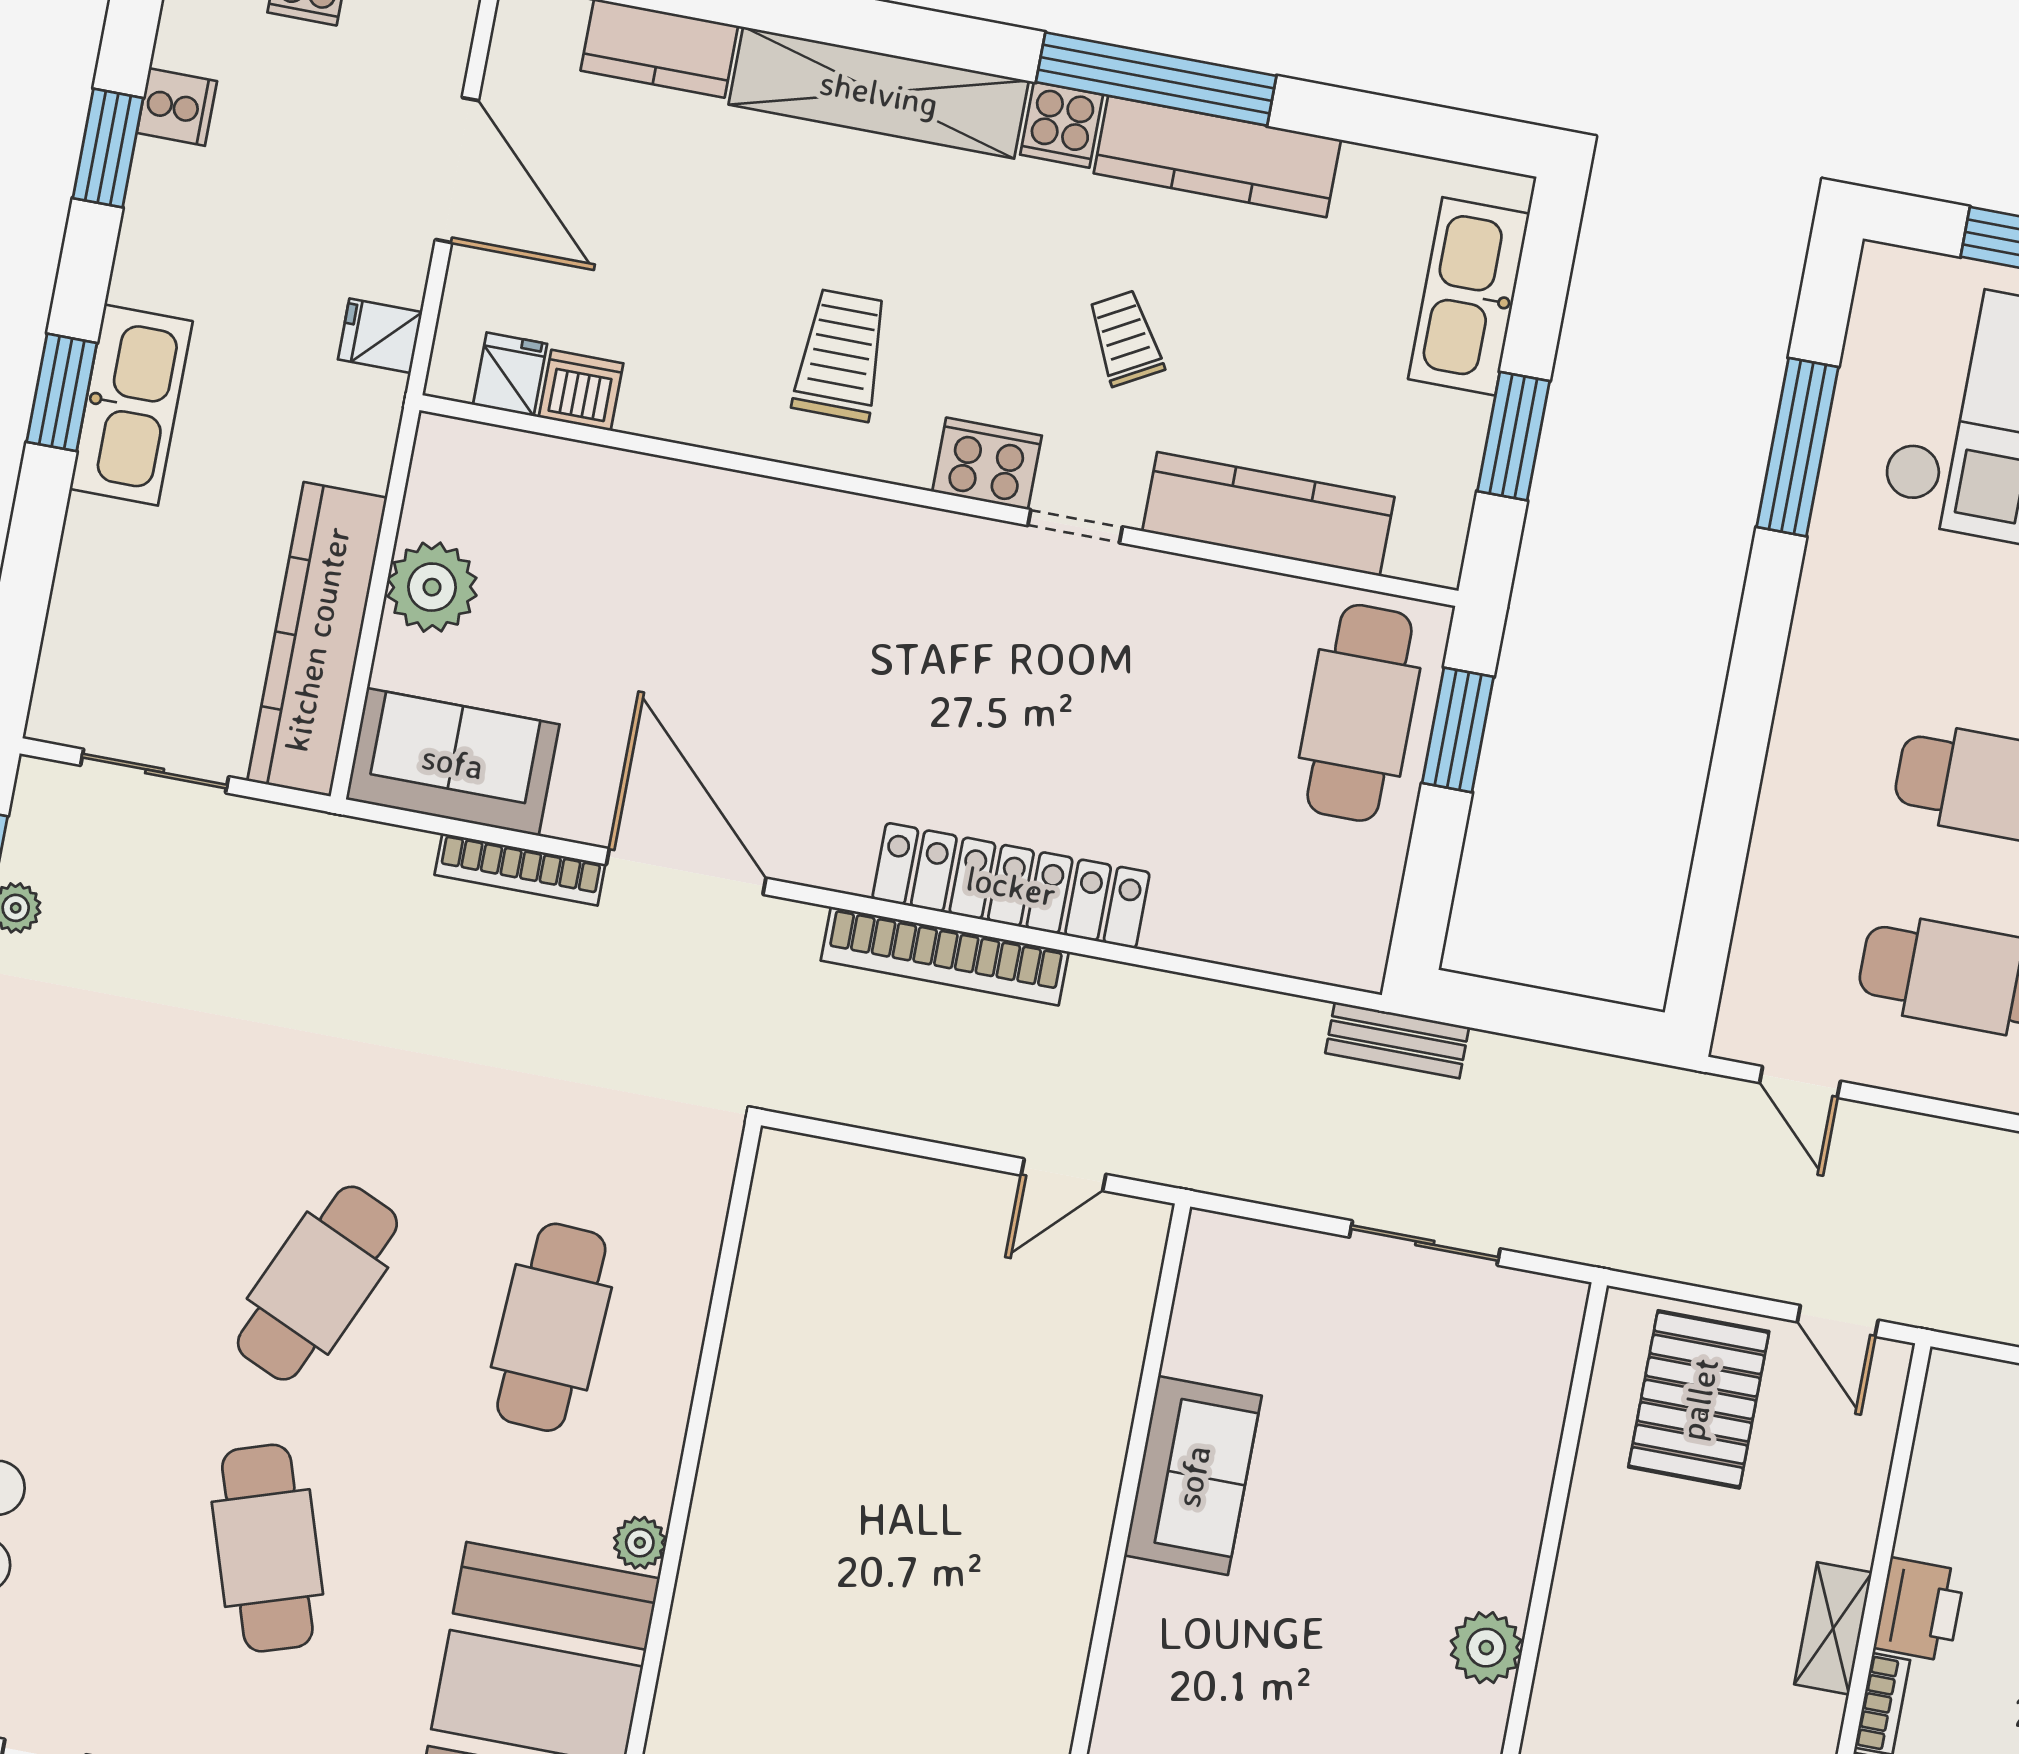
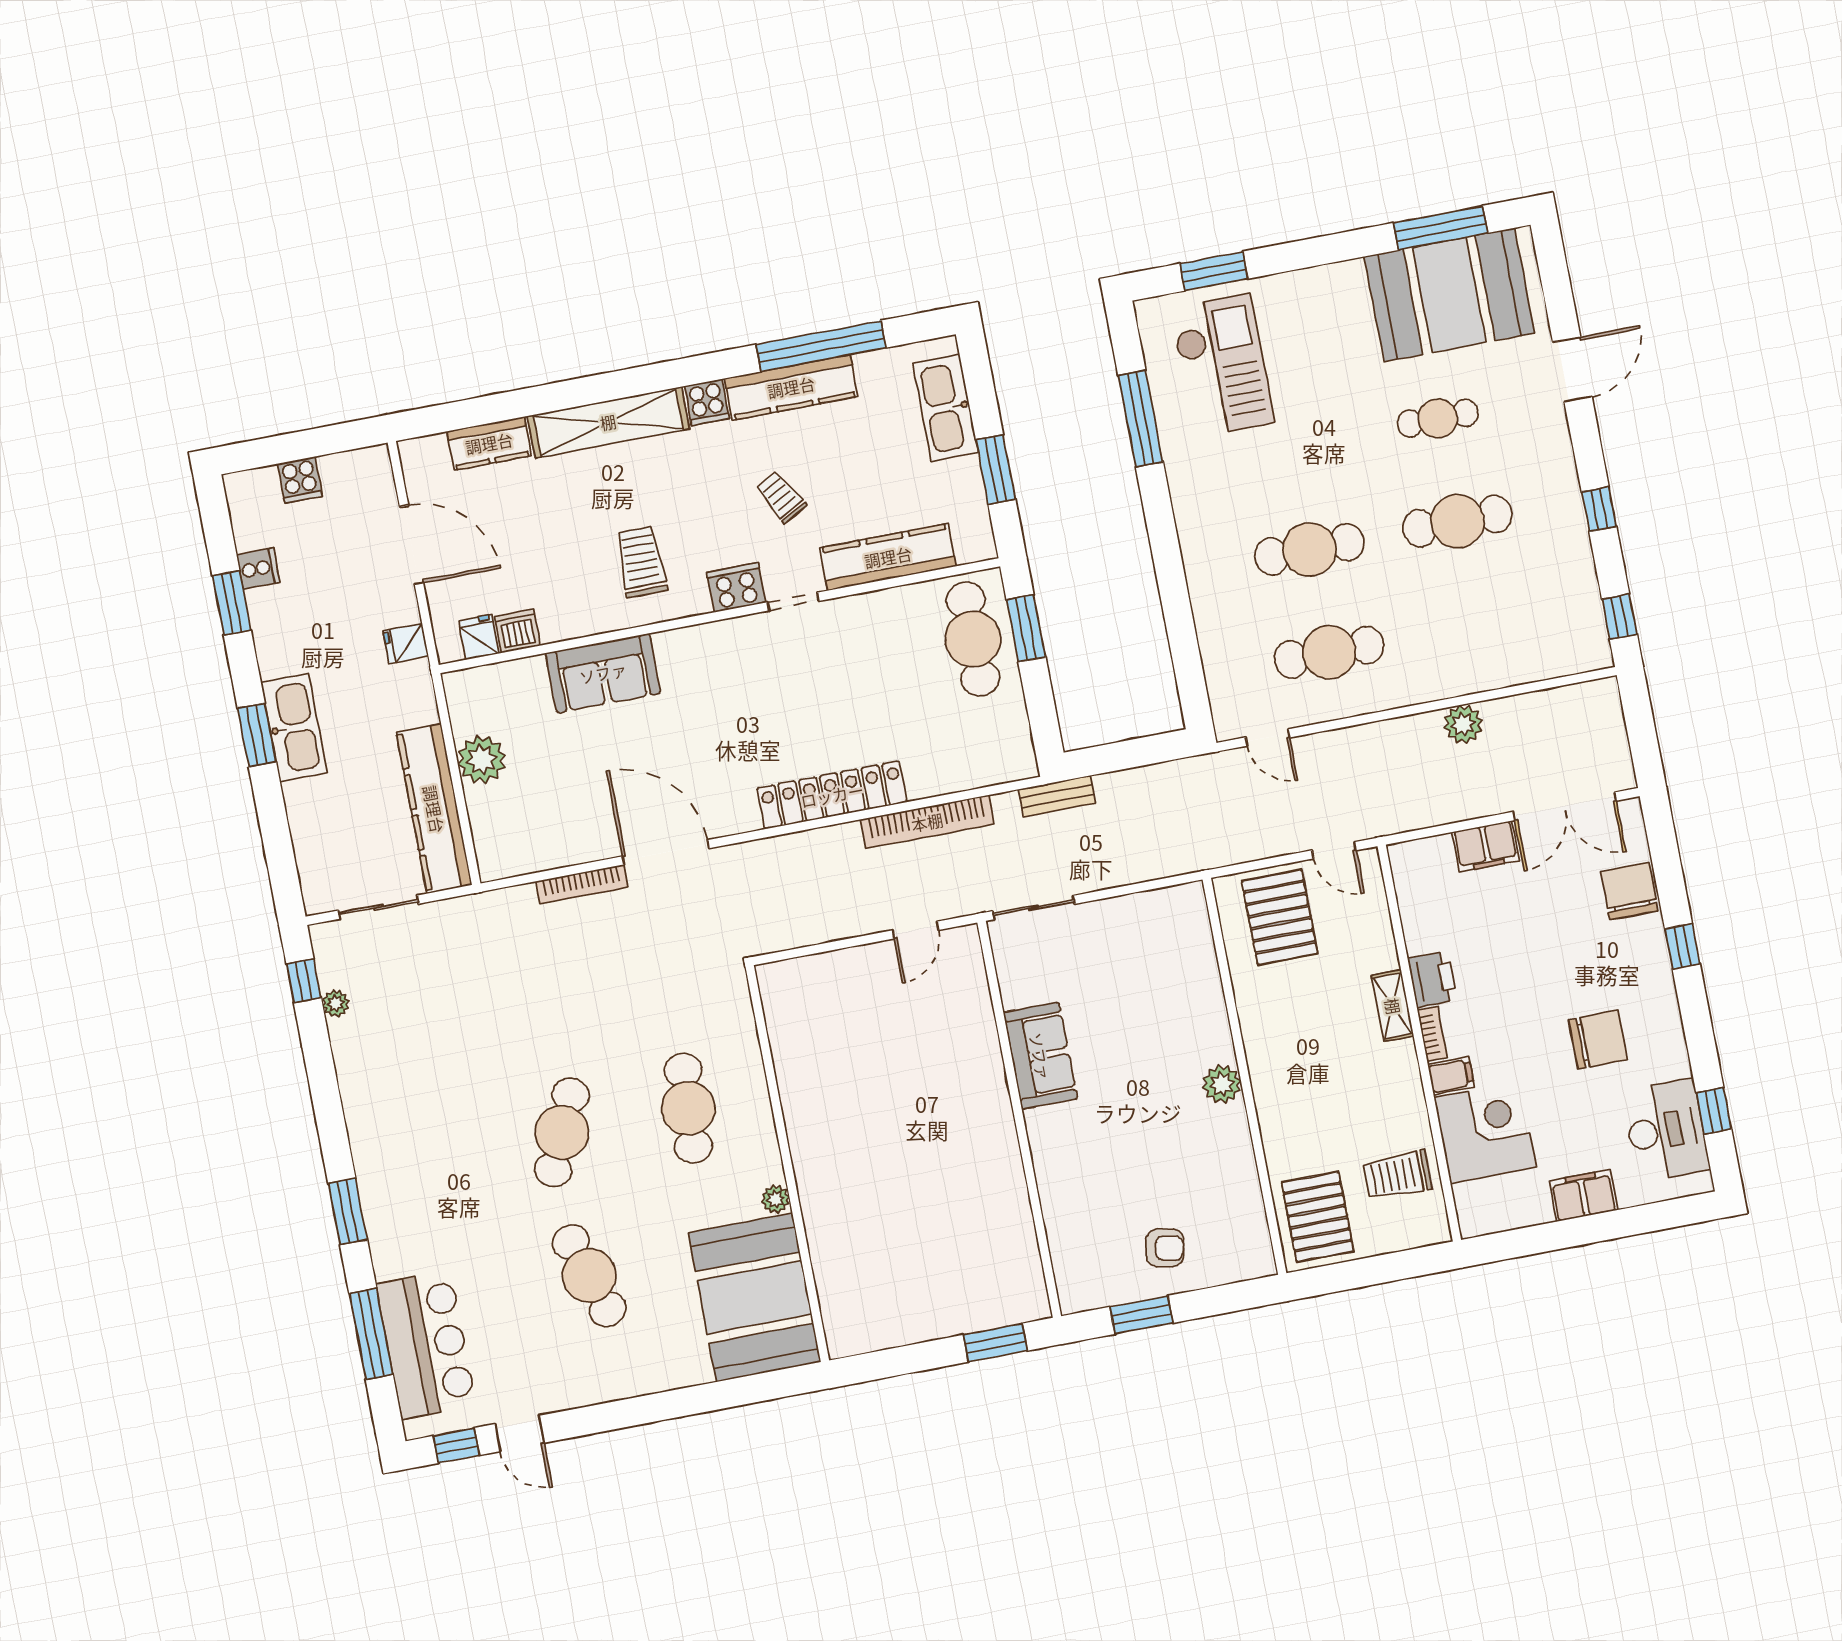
window: (1156, 79) -> (821, 346), moved
sofa: (453, 762) -> (603, 673), moved, turned 180
bookcase: (945, 956) -> (927, 822), moved
sliding door: (1425, 1243) -> (1034, 908), moved

